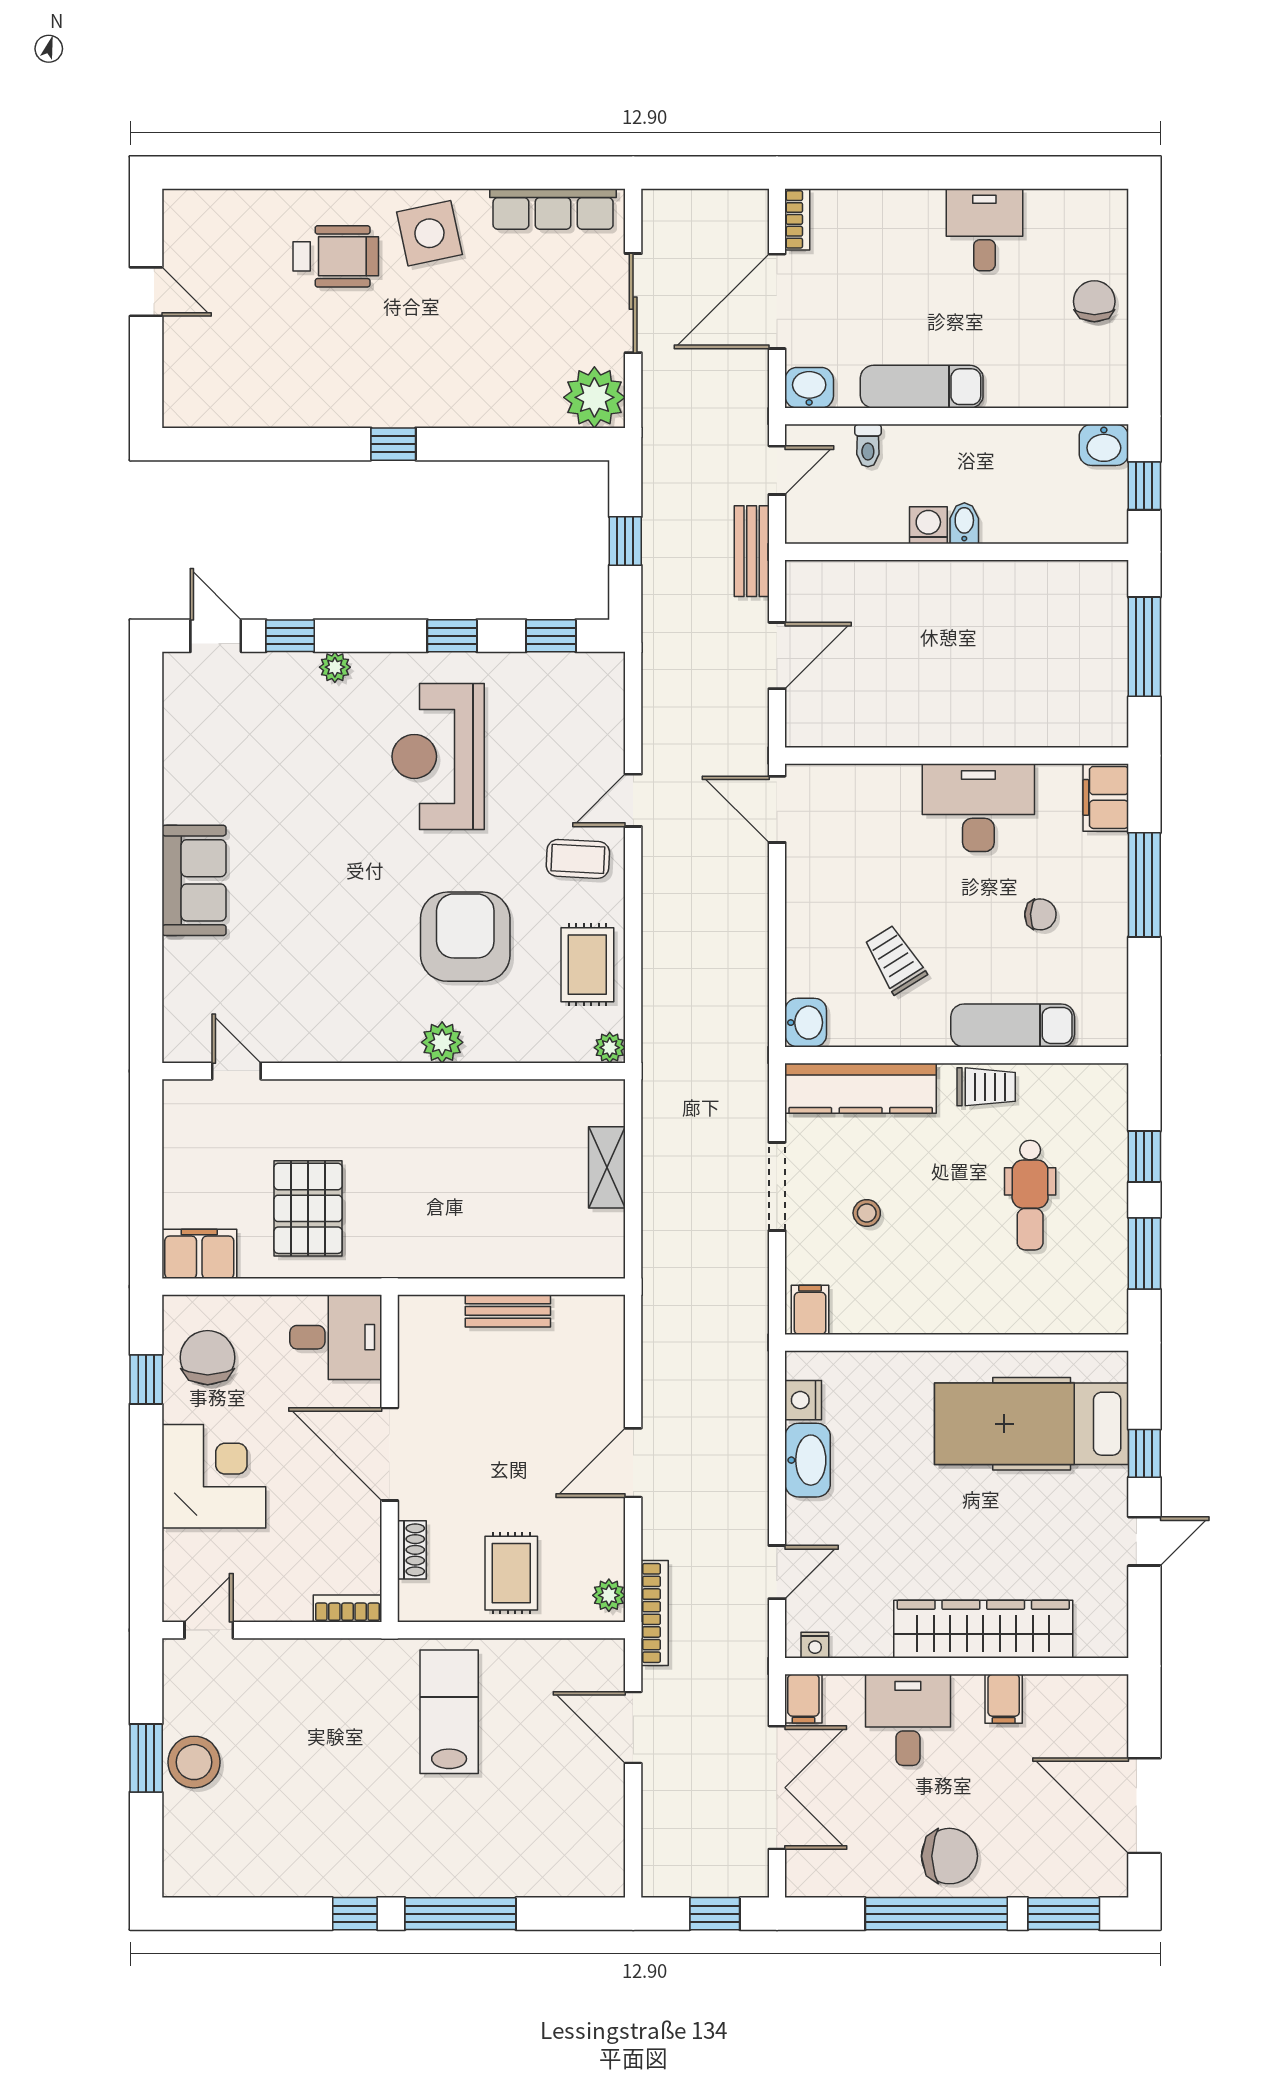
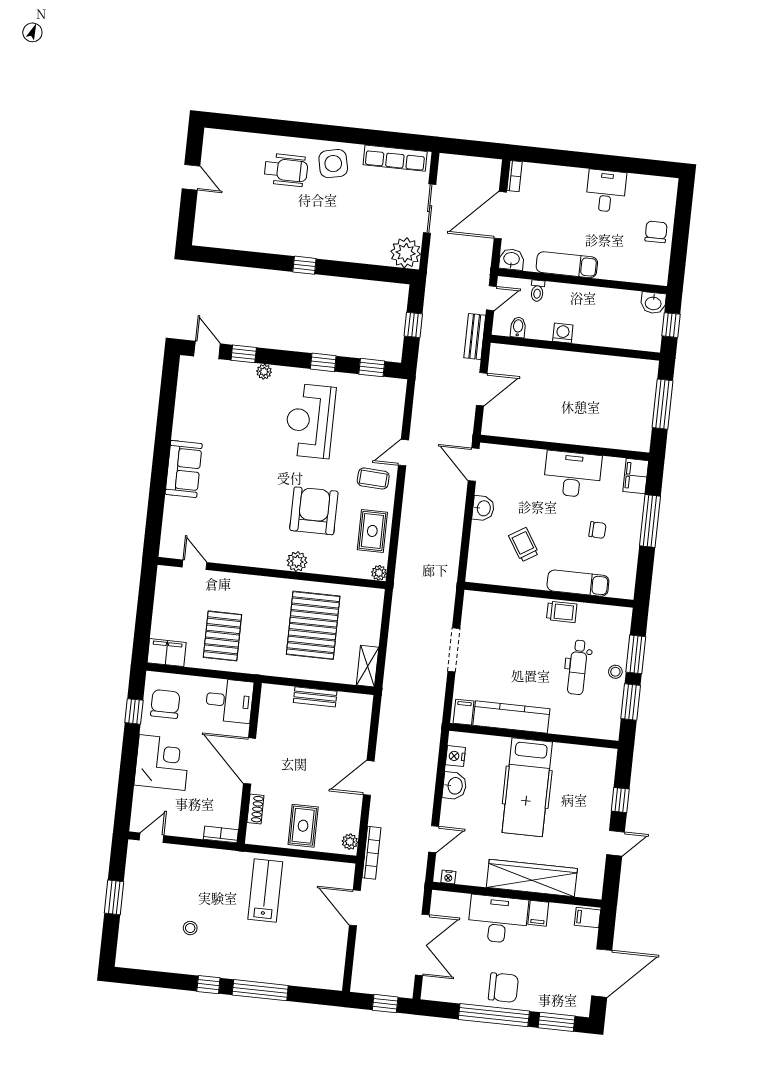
bidet: (964, 523) -> (518, 327), moved
washbasin: (806, 1023) -> (483, 508), moved
kitchen counter: (861, 1088) -> (511, 717), moved, turned 180
window: (1144, 1157) -> (636, 654), width x1.50
pallet: (488, 1167) -> (313, 625), added
shelving: (607, 1167) -> (368, 666), moved
stool: (867, 1213) -> (615, 672), moved
hospital bed: (1032, 1424) -> (527, 787), moved, turned -90
washbasin: (808, 1460) -> (454, 786), width x0.72
filing cabinet: (803, 1699) -> (588, 918), moved, turned 90
desk: (908, 1720) -> (498, 919), width x1.37
stool: (194, 1762) -> (190, 928), moved, width x0.53, depth x0.53
door: (1144, 1806) -> (602, 973), swing flipped

